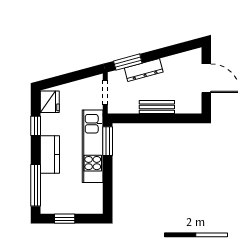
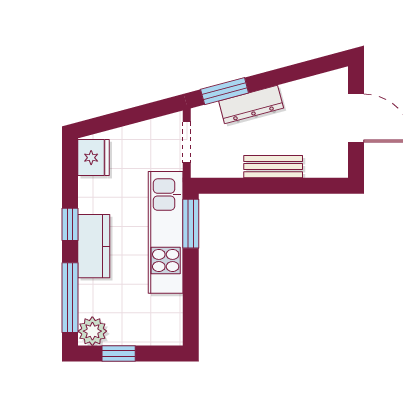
window: (36, 126) -> (70, 224), moved
plant: (49, 205) -> (92, 331), added

